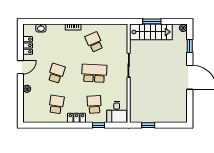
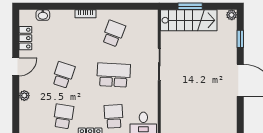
school desk: (94, 42) -> (114, 34), turned 45

